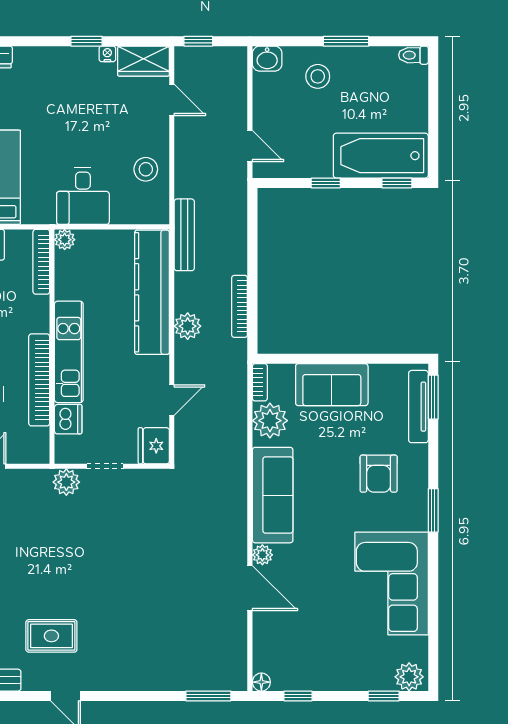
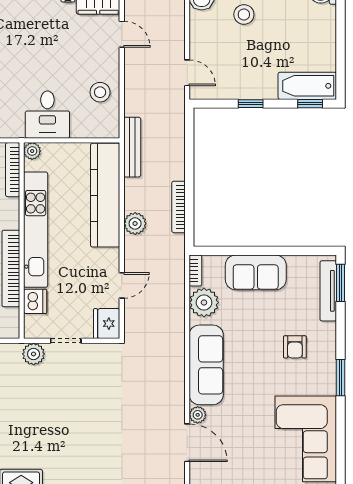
bathtub: (381, 156) -> (307, 86), width x0.73, depth x0.73
kitchen unit: (69, 352) -> (36, 230), width x1.36
armchair: (379, 474) -> (295, 347), width x0.72, depth x0.72

